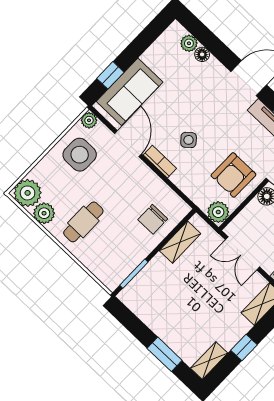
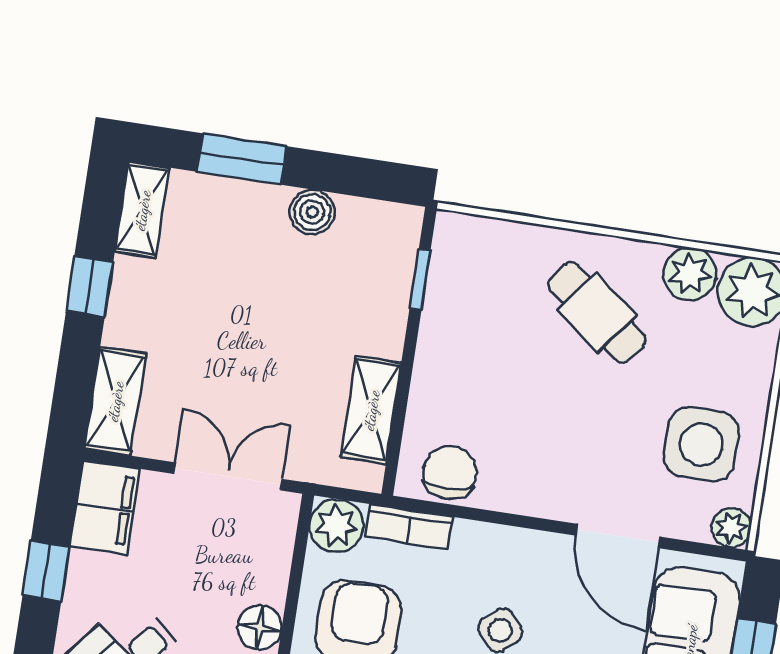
bookcase: (160, 162) -> (409, 527), moved
chair: (153, 219) -> (450, 473), moved
cafe table: (83, 222) -> (597, 312), turned -52
window: (134, 274) -> (420, 279), width x0.67
boiler: (154, 321) -> (312, 212), added

